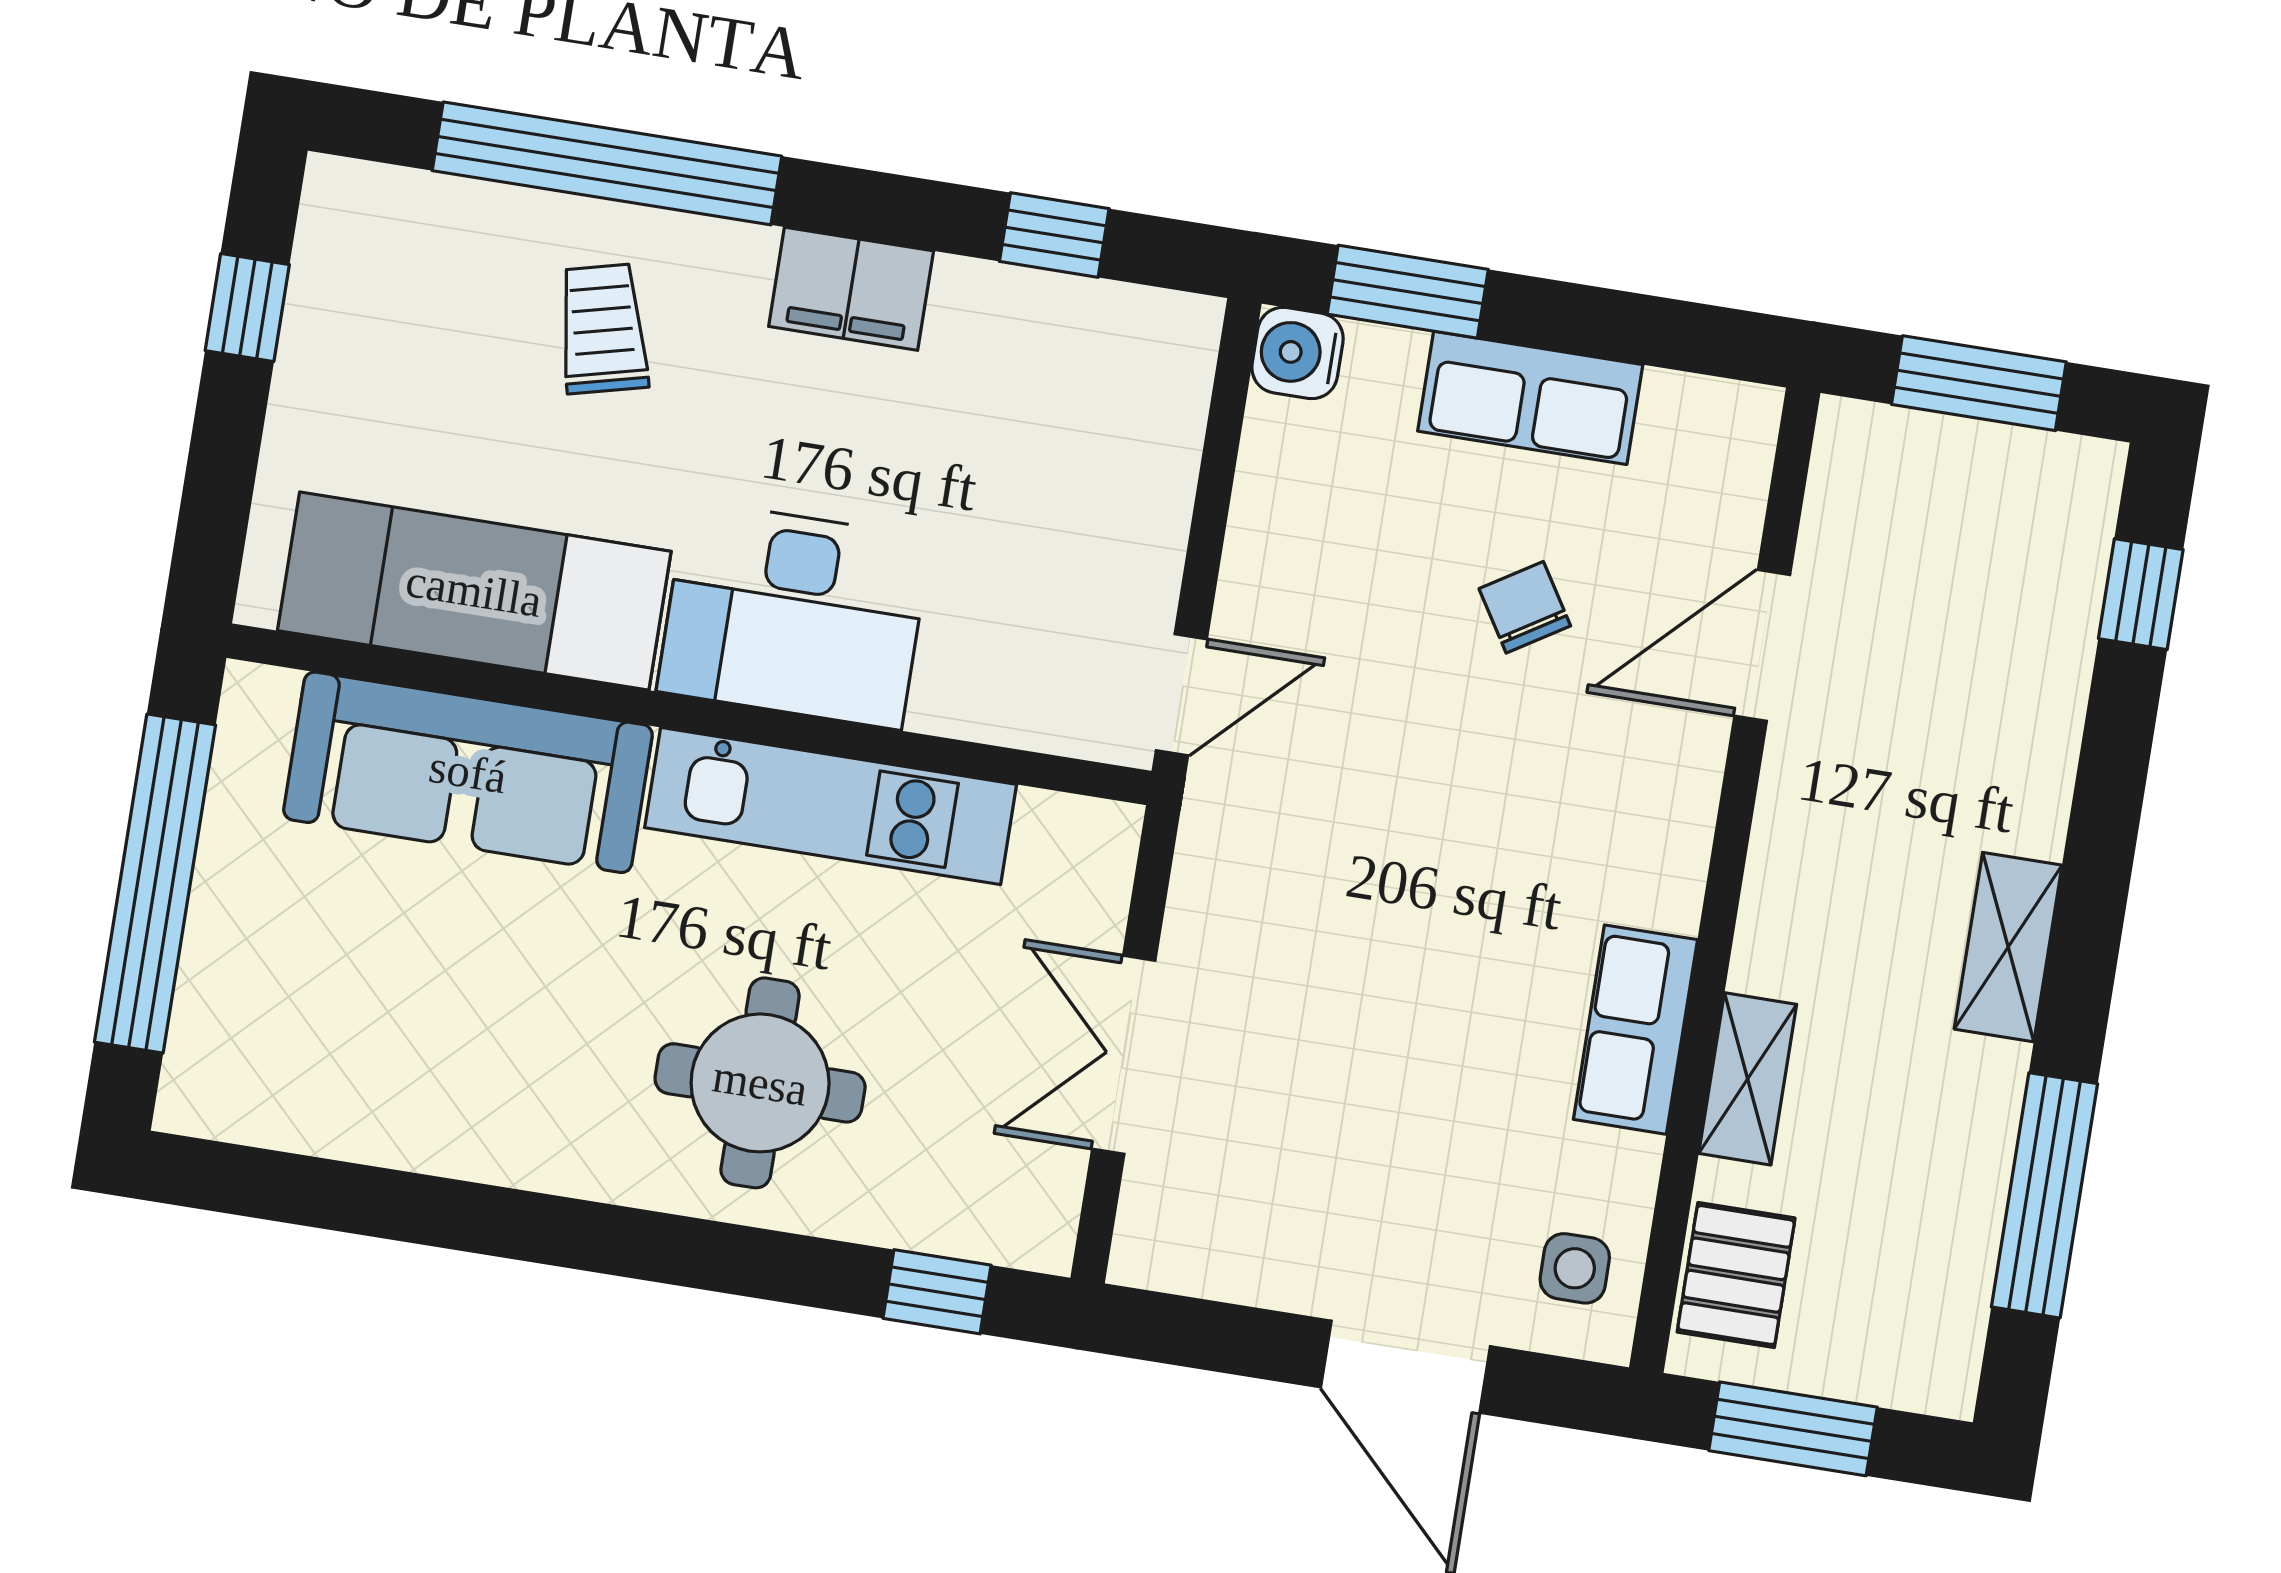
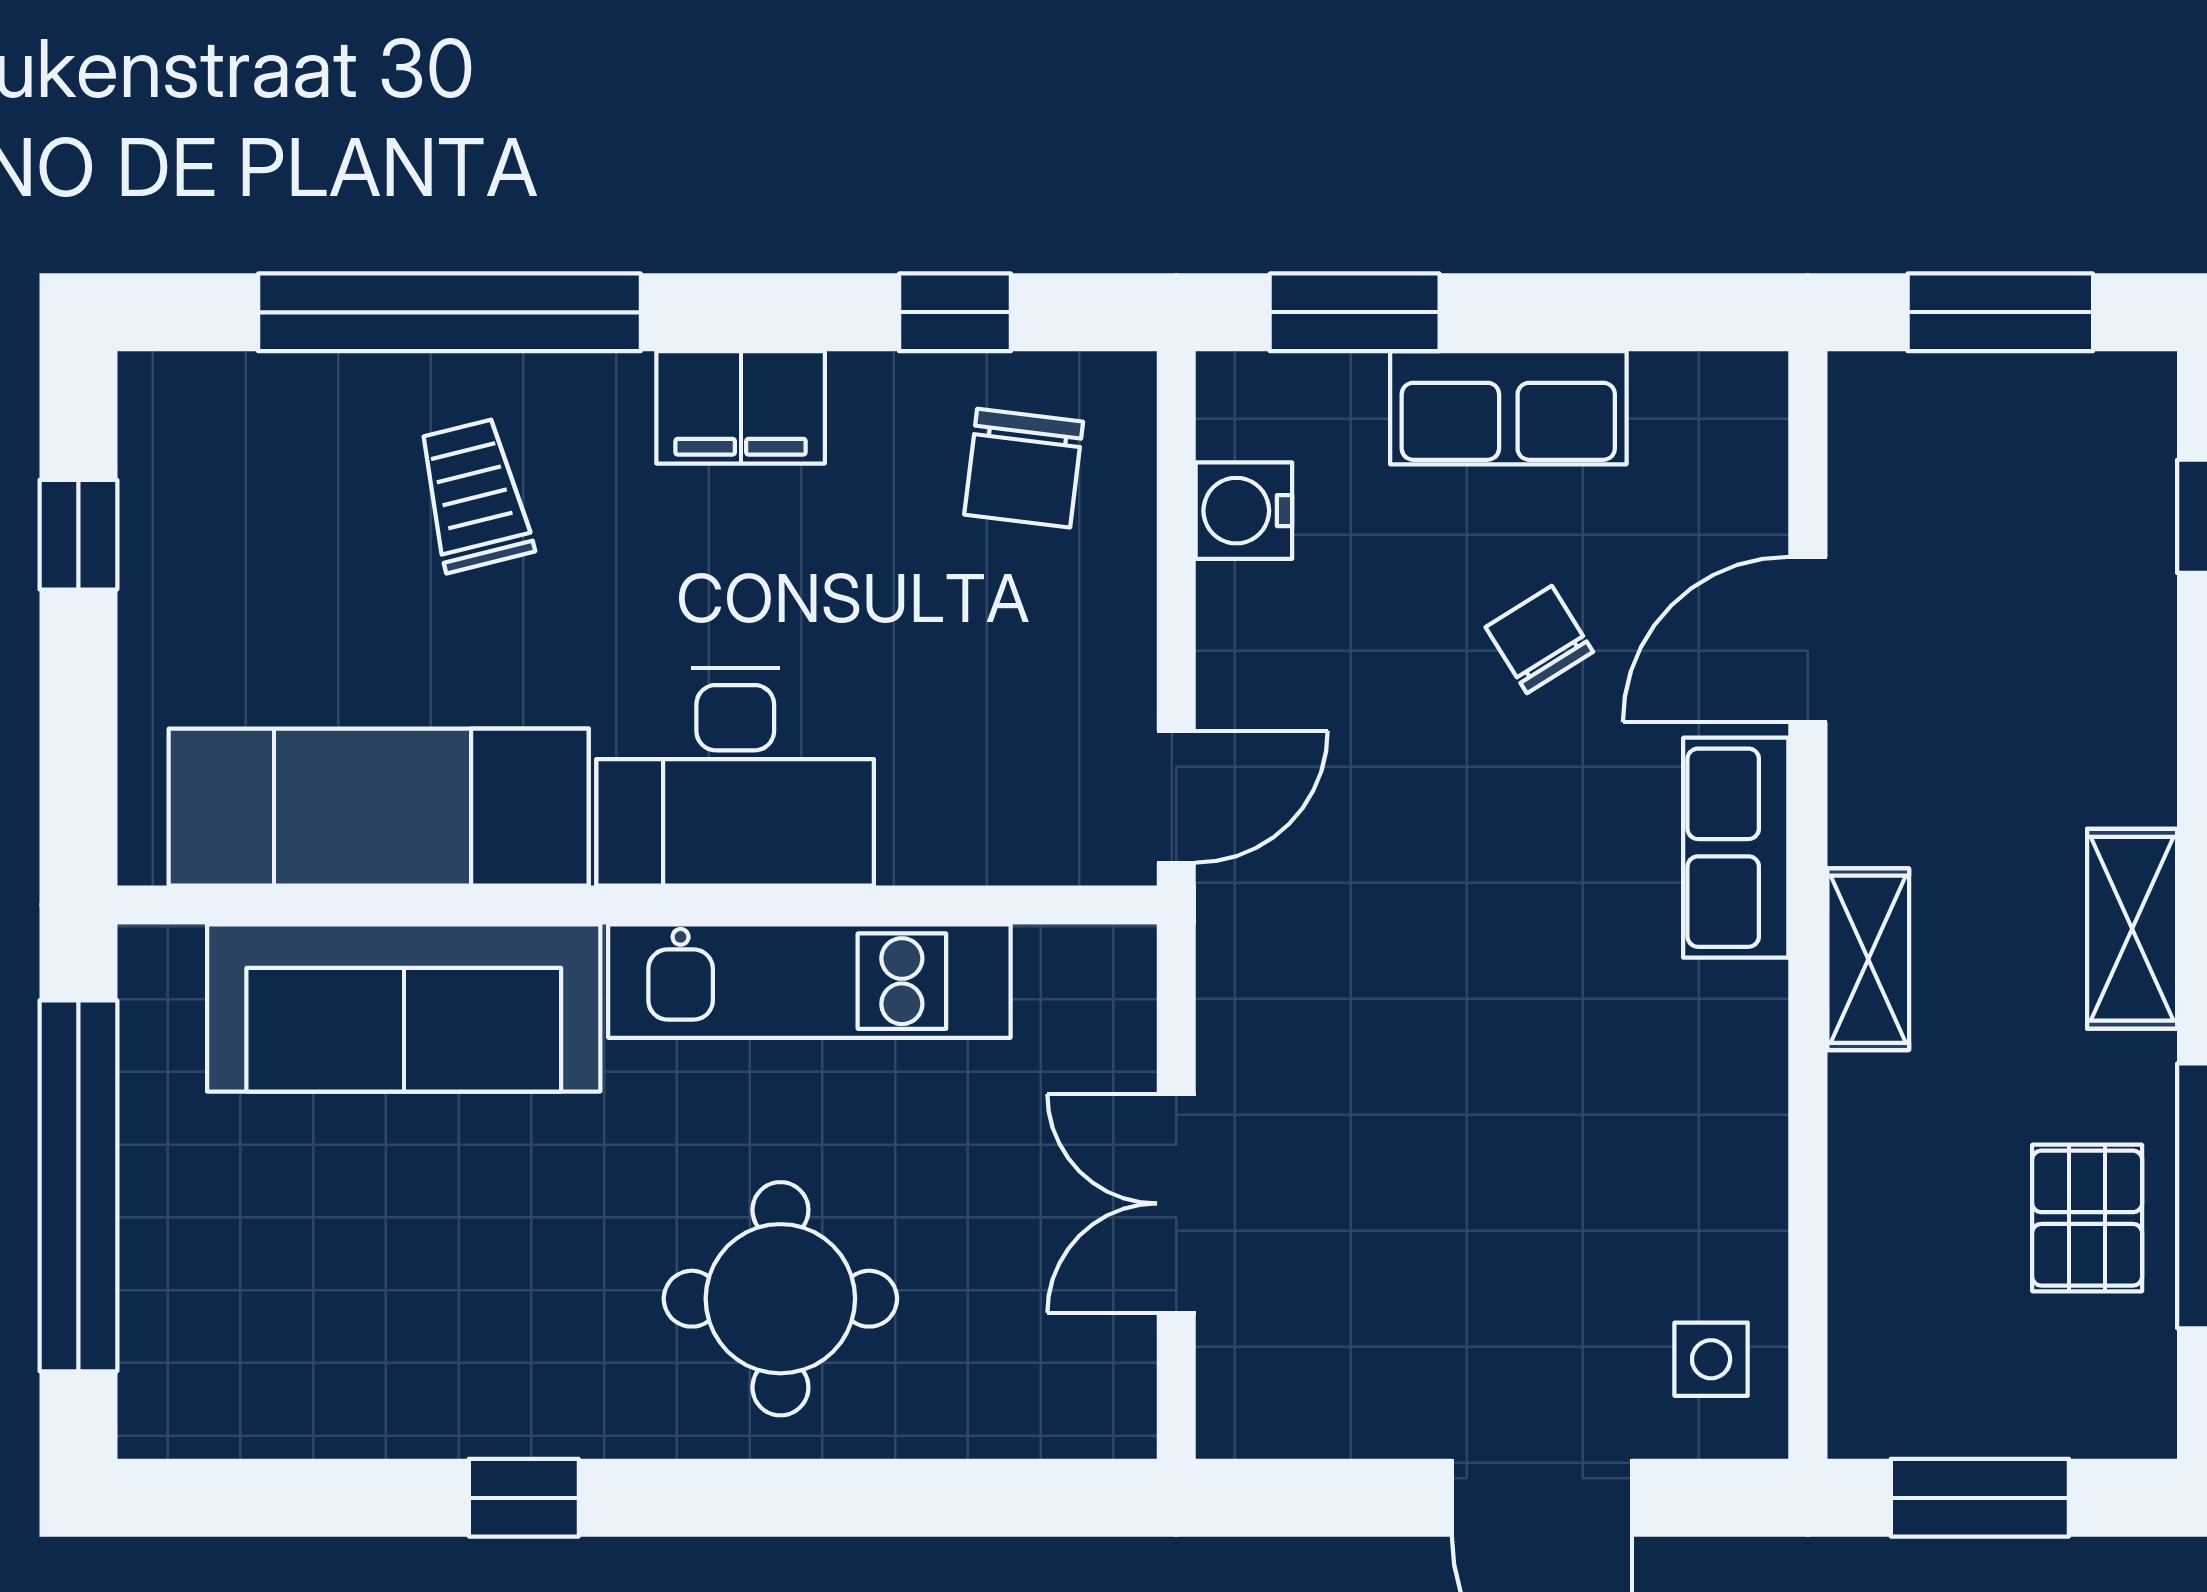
water cooler: (1298, 353) -> (1244, 511), moved
chair: (1093, 383) -> (1024, 468), added
row of seats: (1635, 1030) -> (1736, 848), moved
shelving: (1748, 1079) -> (1868, 959), moved
pallet: (1736, 1275) -> (2087, 1218), moved
window: (937, 1292) -> (524, 1498), moved

